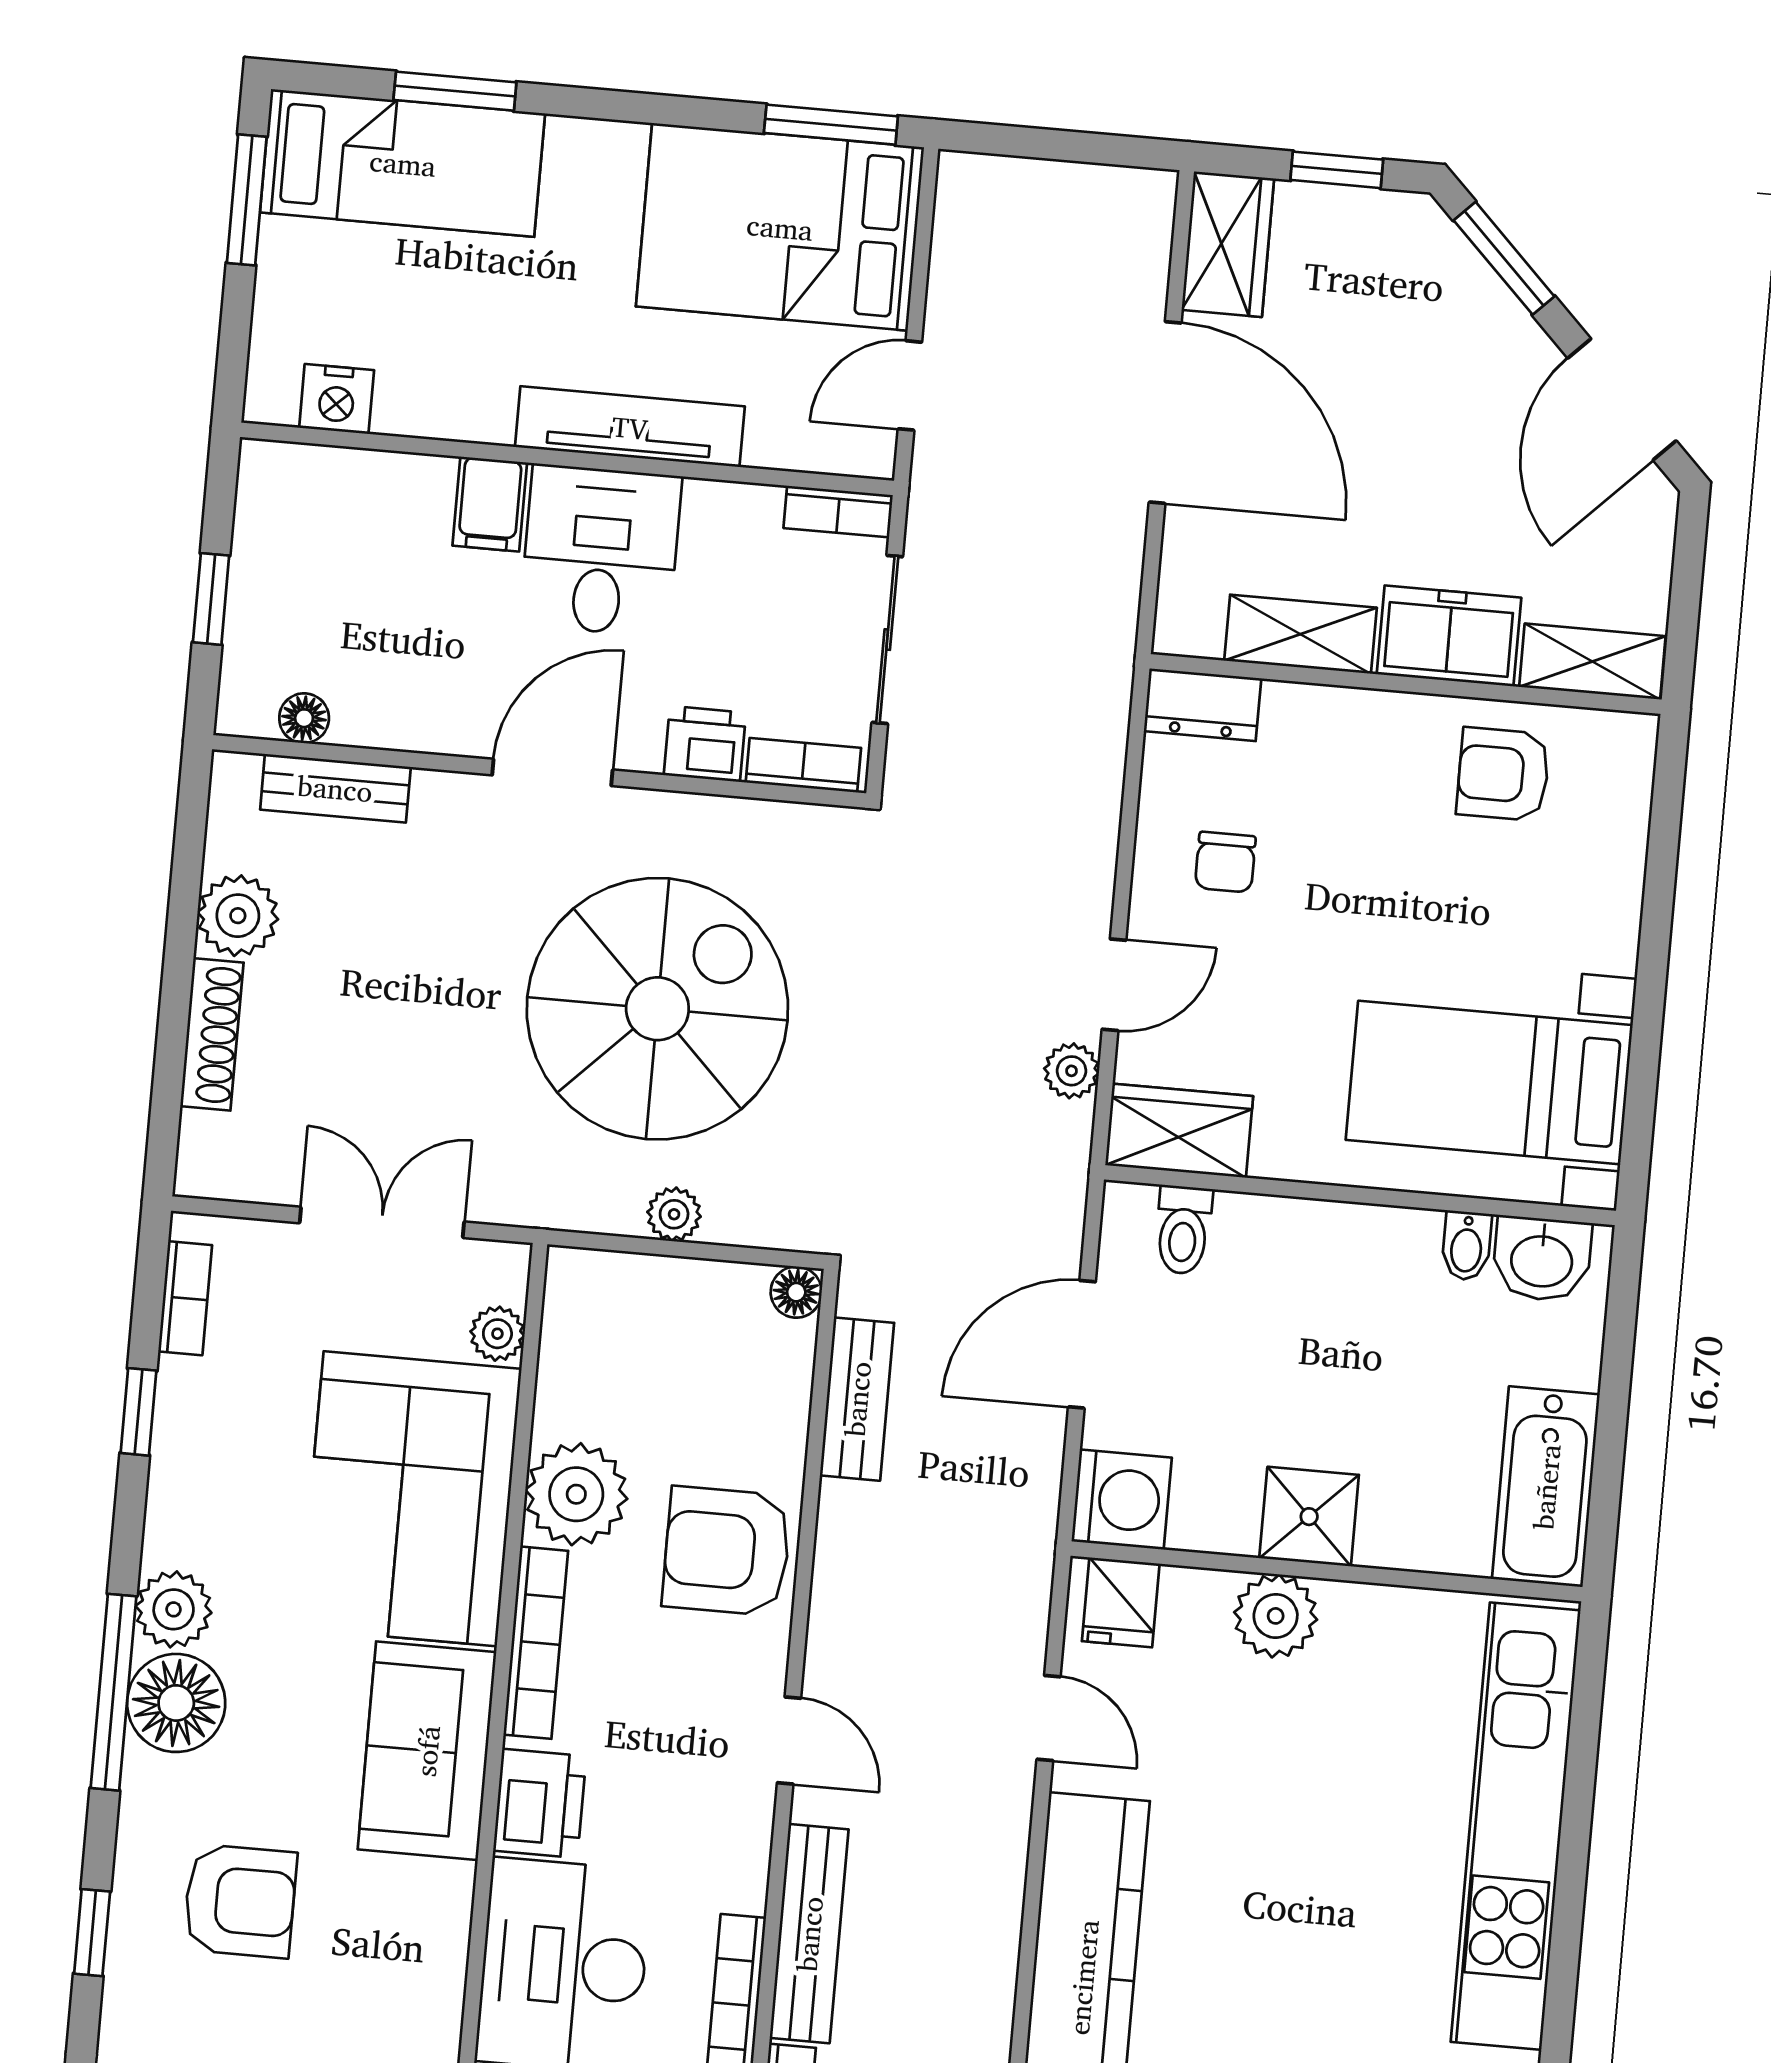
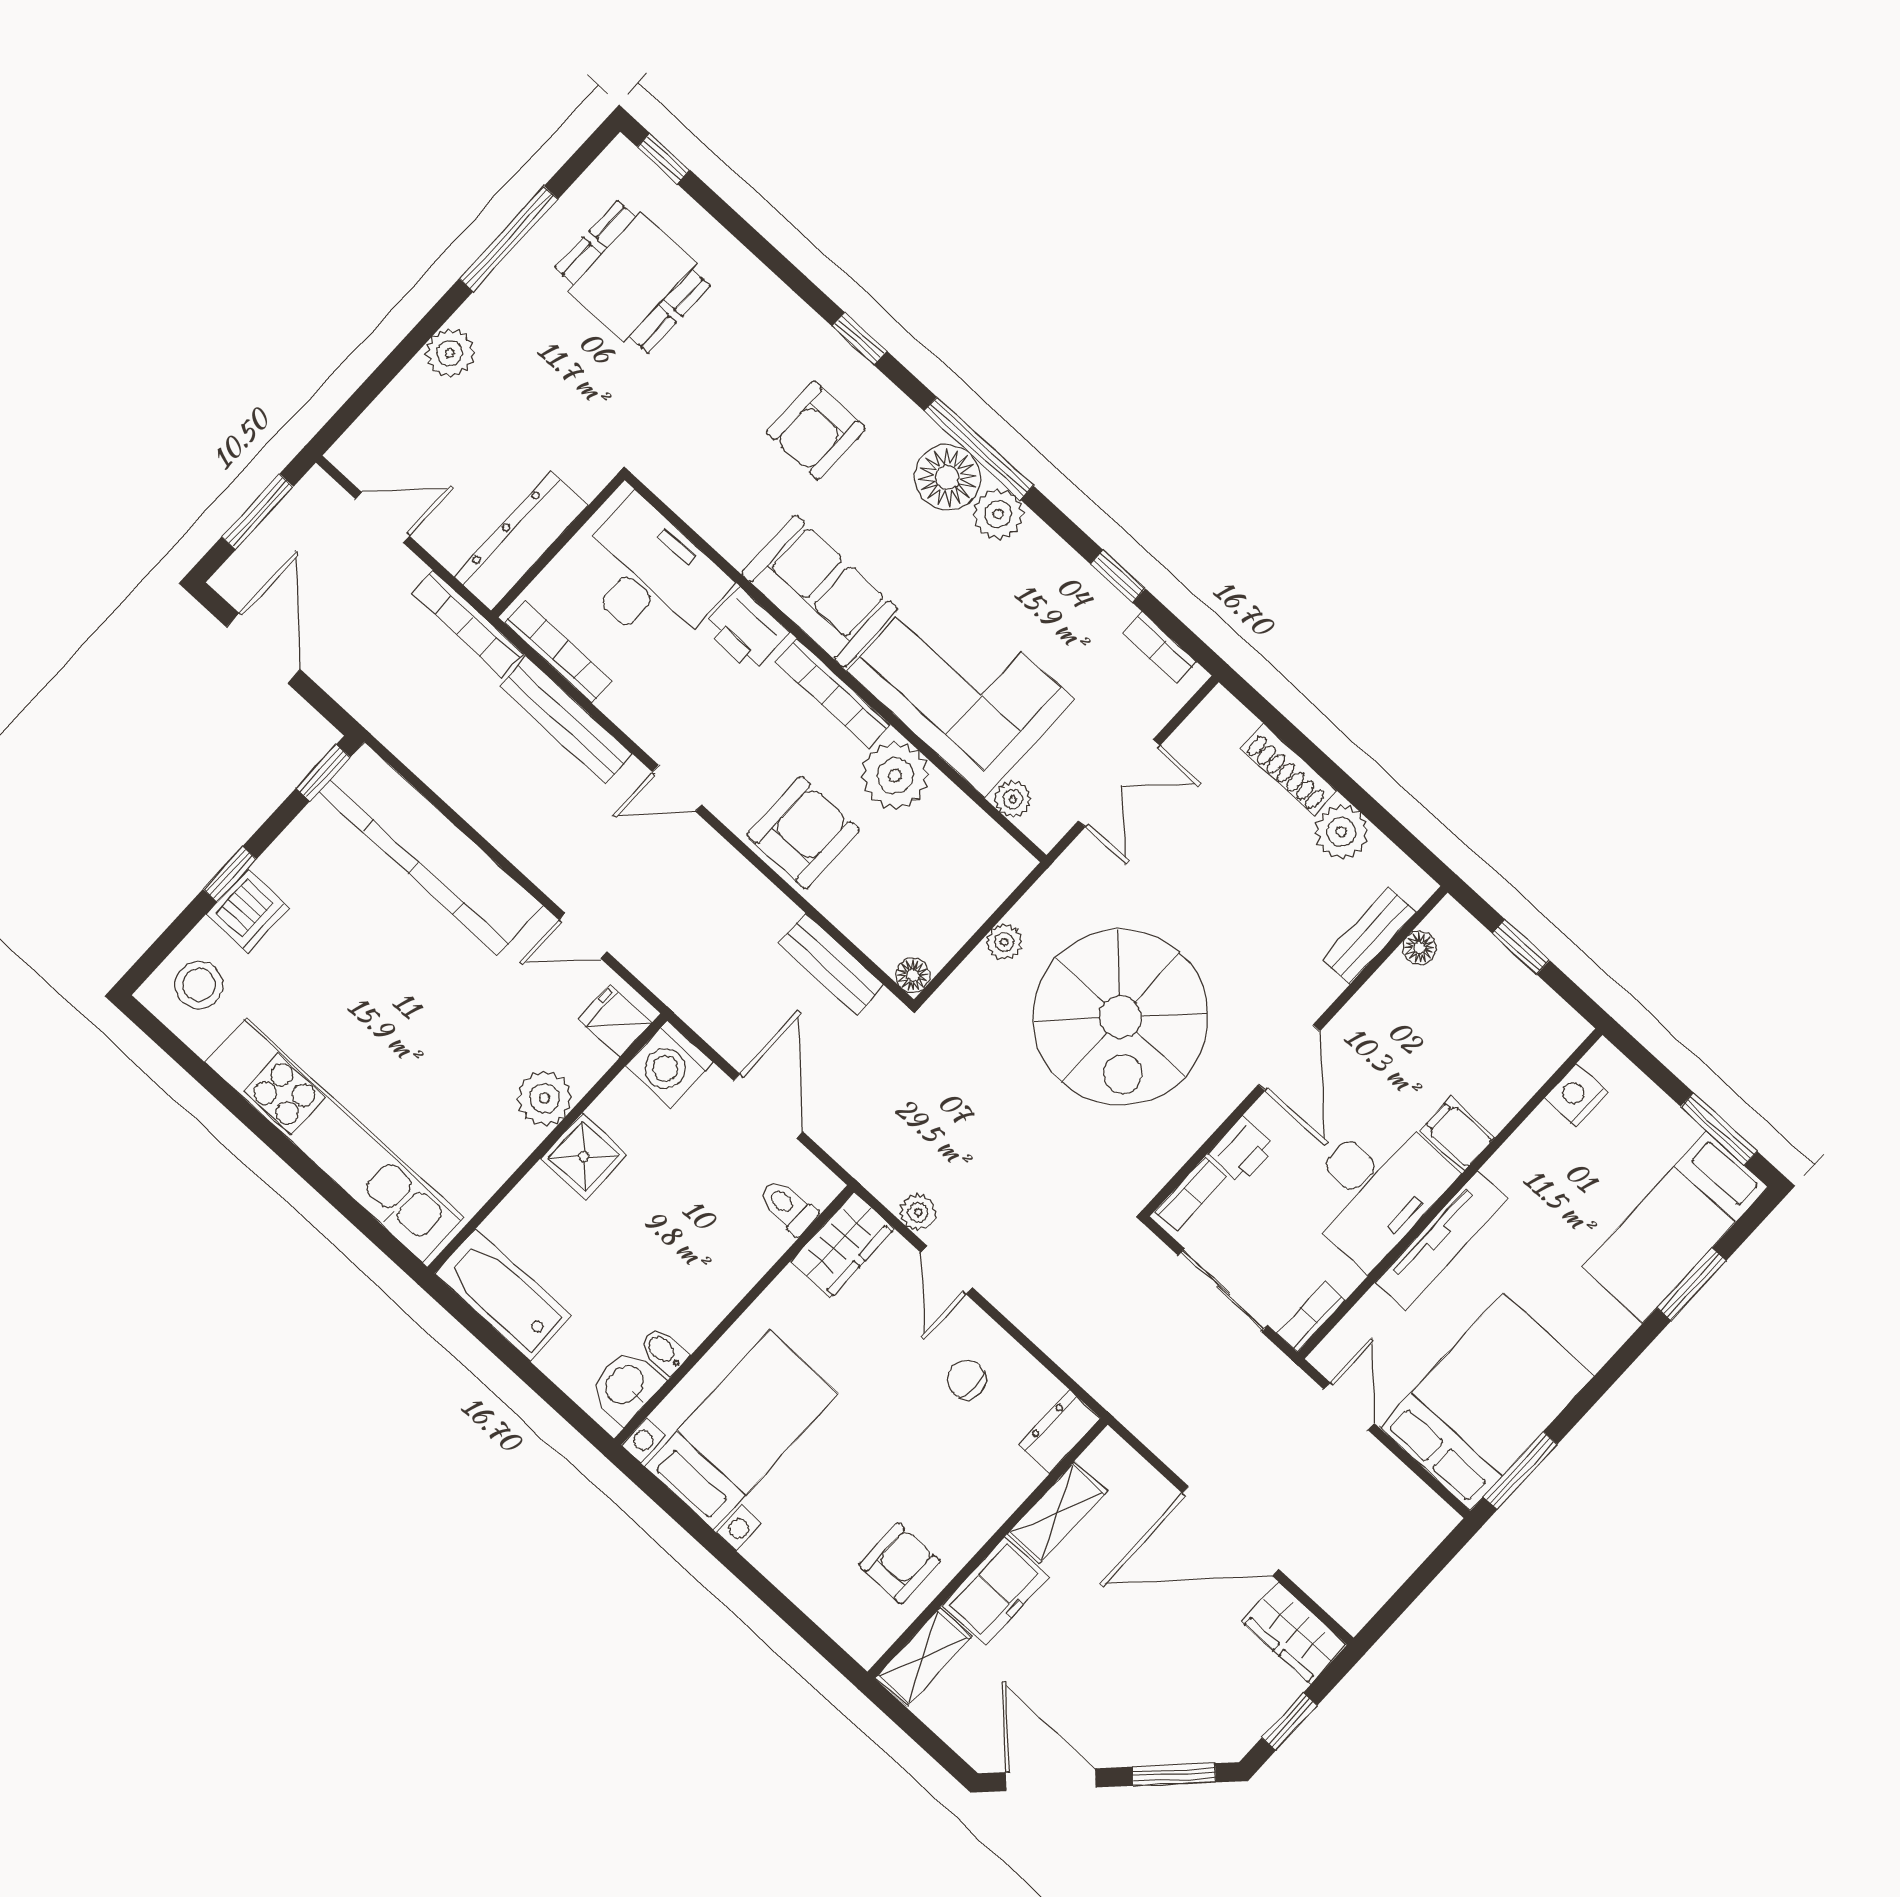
desk: (601, 550) -> (1375, 1188), width x1.37

